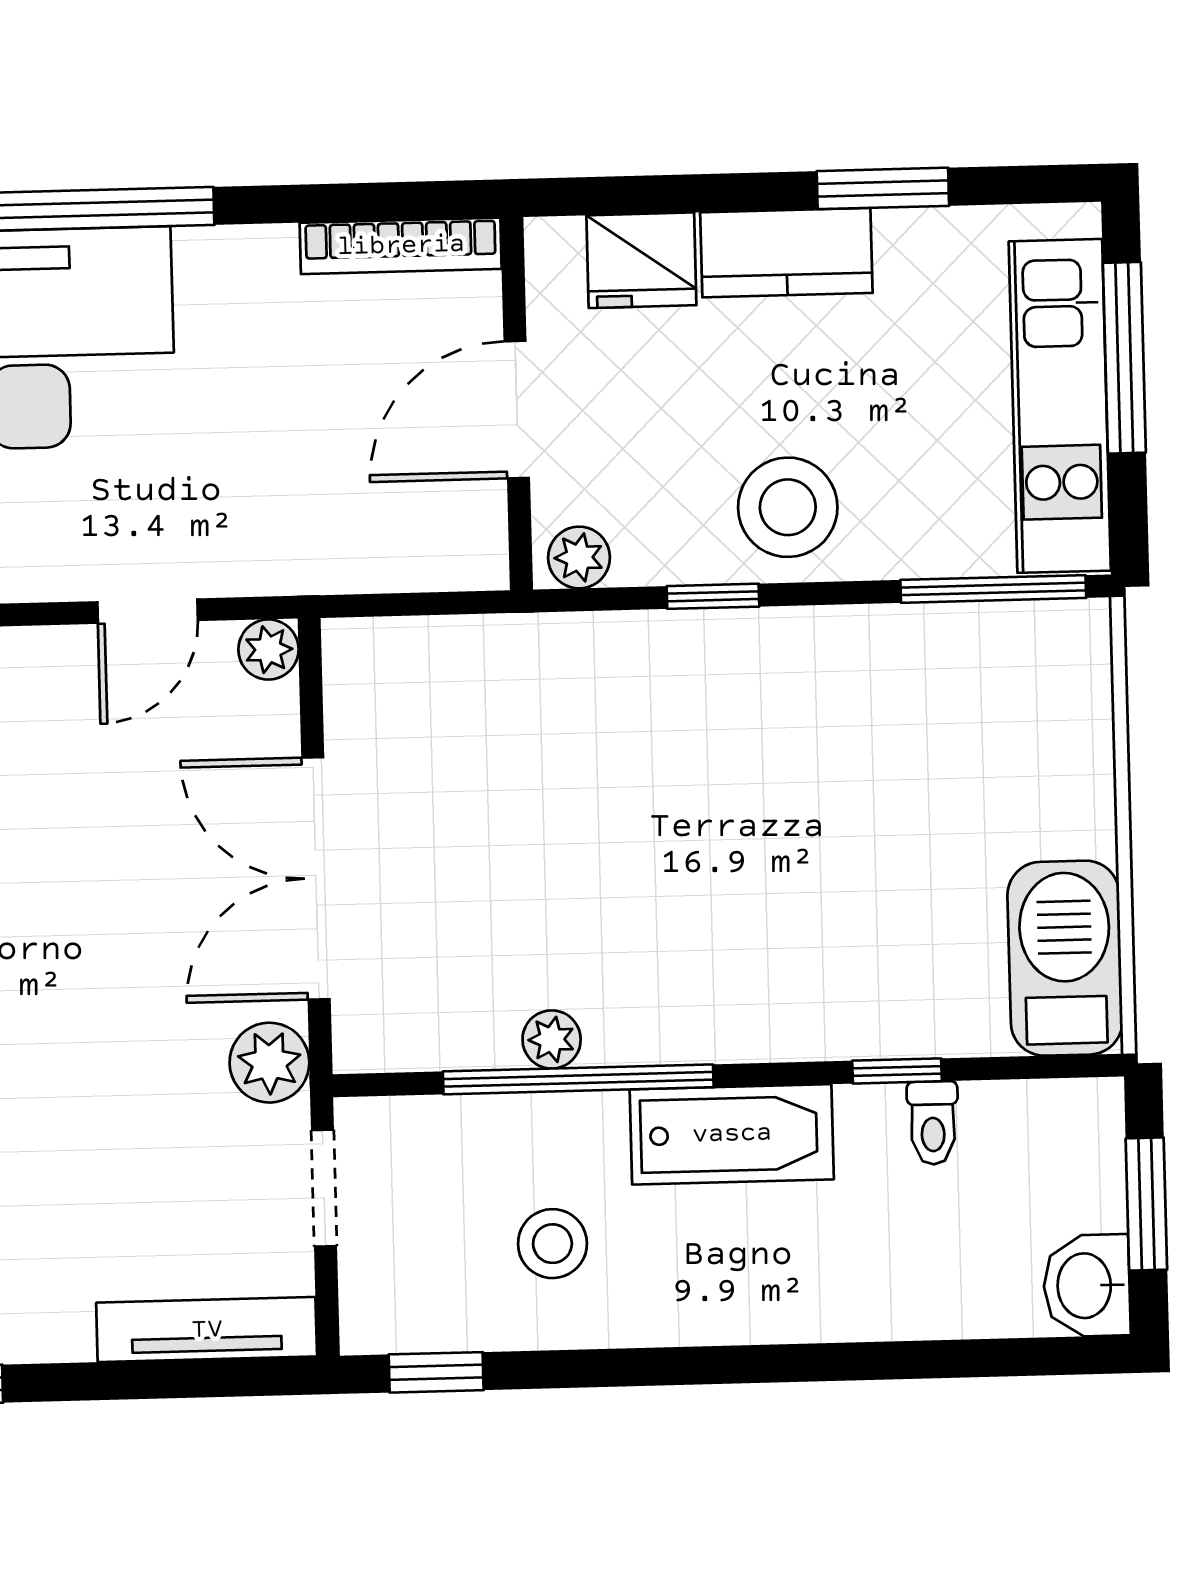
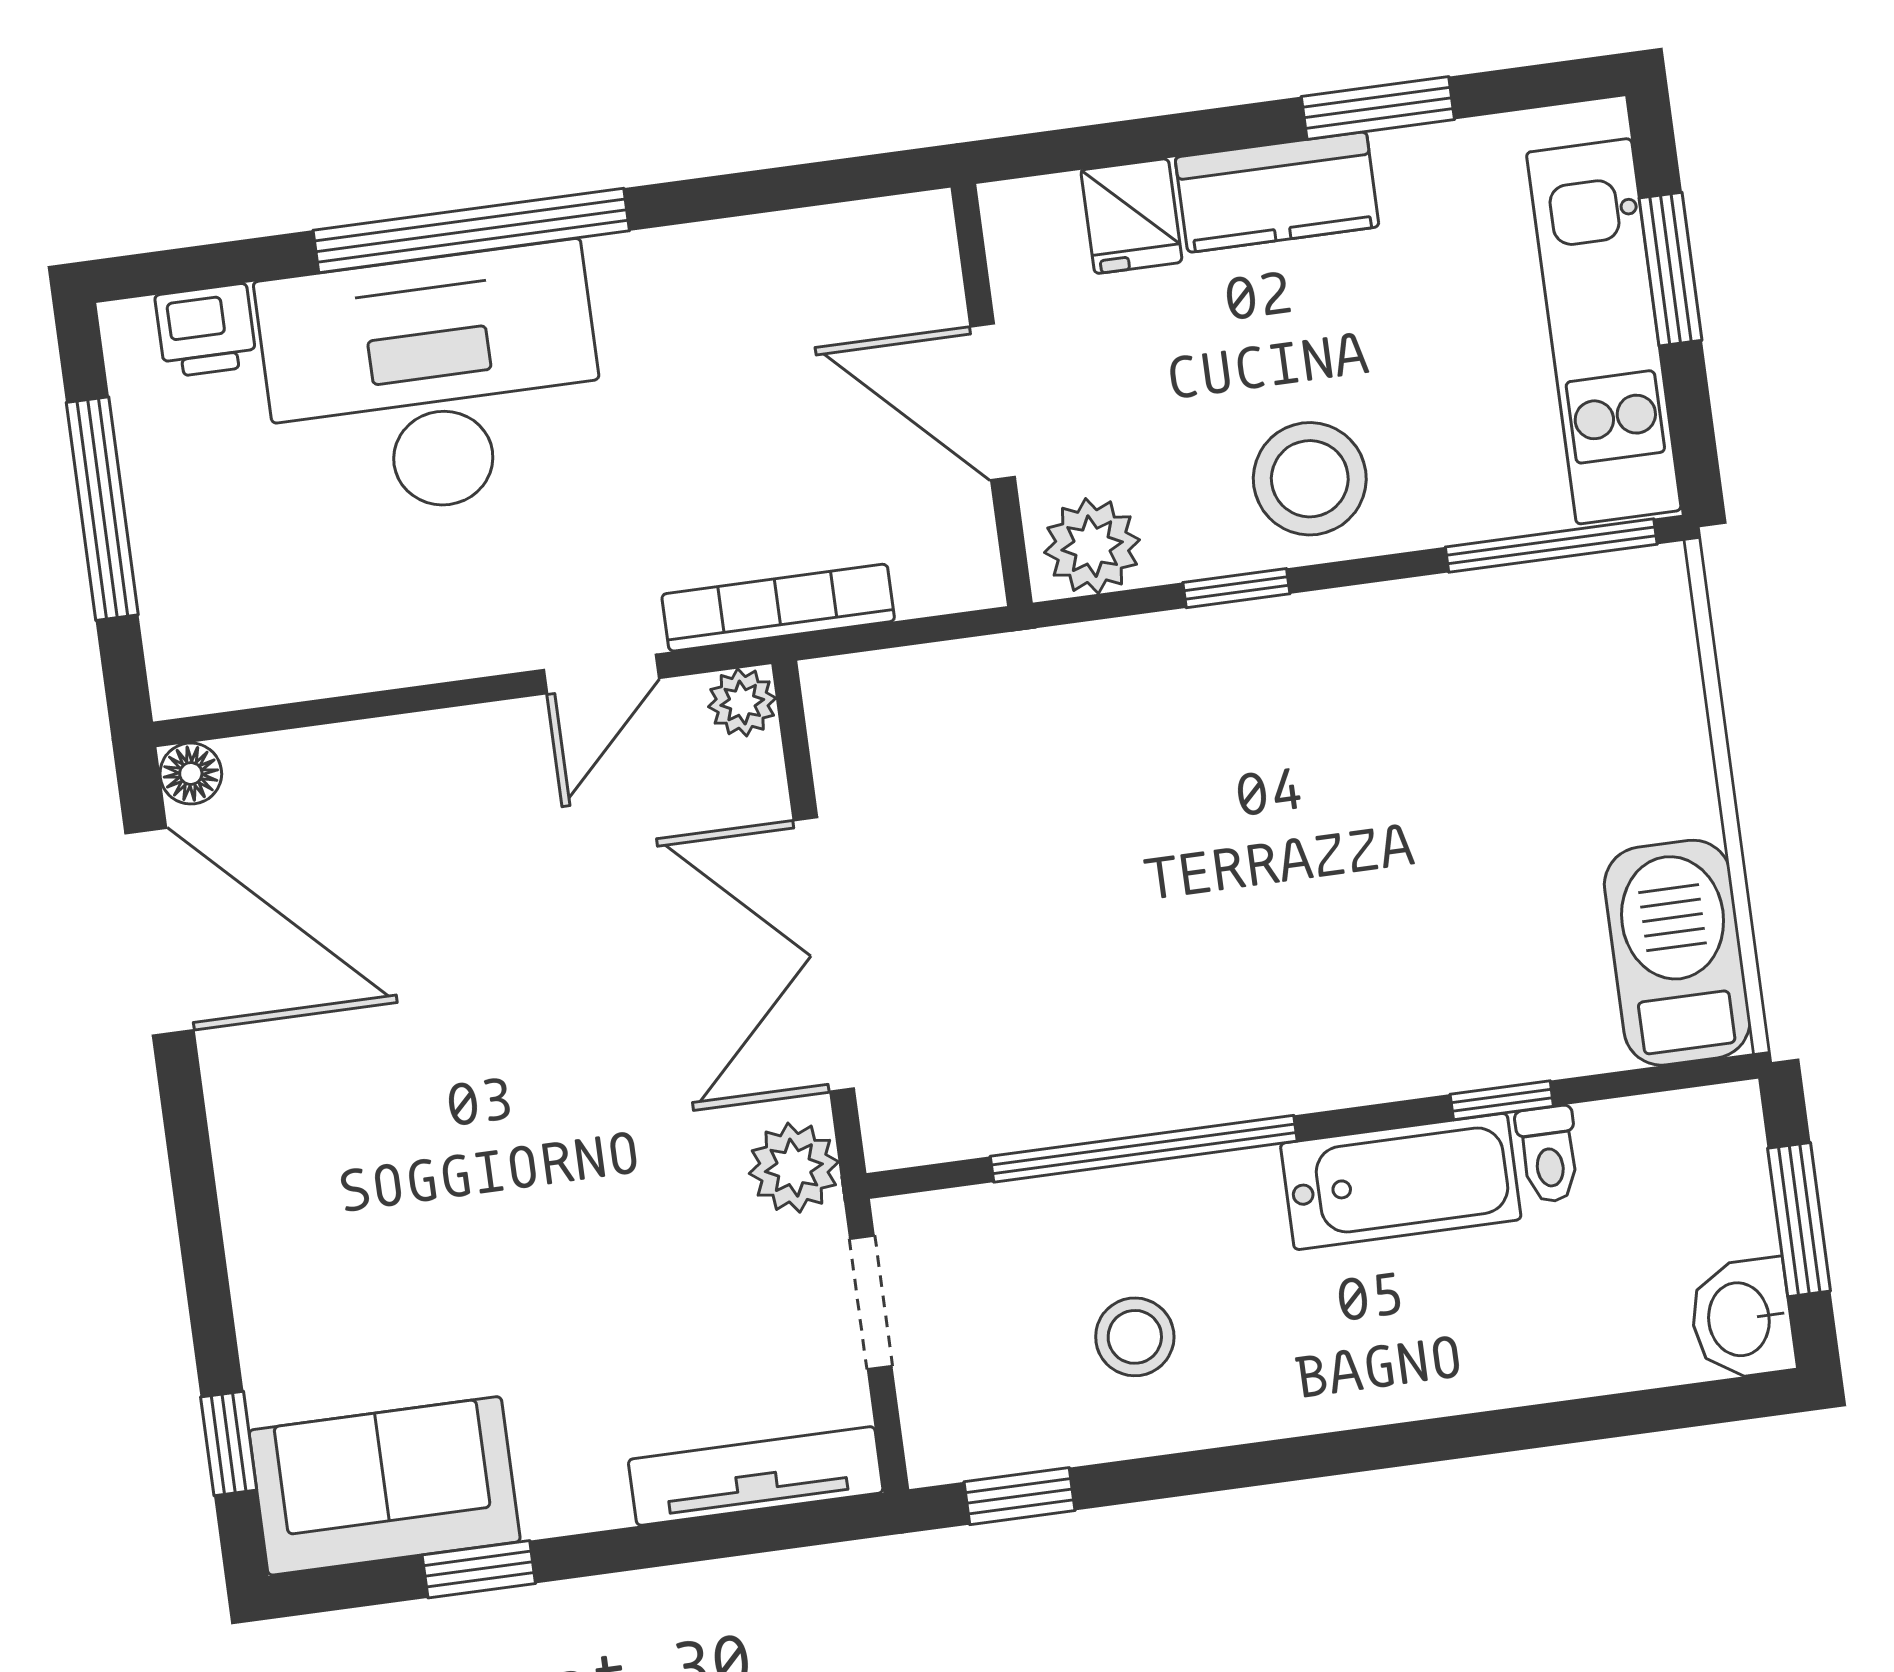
bookcase: (401, 246) -> (778, 608), moved, turned 180
fridge: (641, 260) -> (1131, 216), width x0.72
window: (1124, 358) -> (1671, 269), width x0.69
door: (517, 410) -> (993, 402), hinge flipped
plant: (579, 558) -> (1092, 546), width x1.38, depth x1.38
plant: (552, 1039) -> (1109, 1107), removed
bathtub: (732, 1134) -> (1401, 1181), moved

